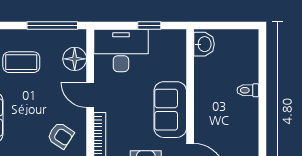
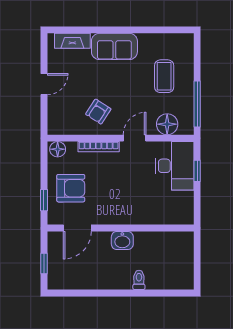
window: (149, 25) -> (197, 171), moved
washbasin: (204, 44) -> (122, 240), moved
sofa: (170, 110) -> (122, 210), removed

